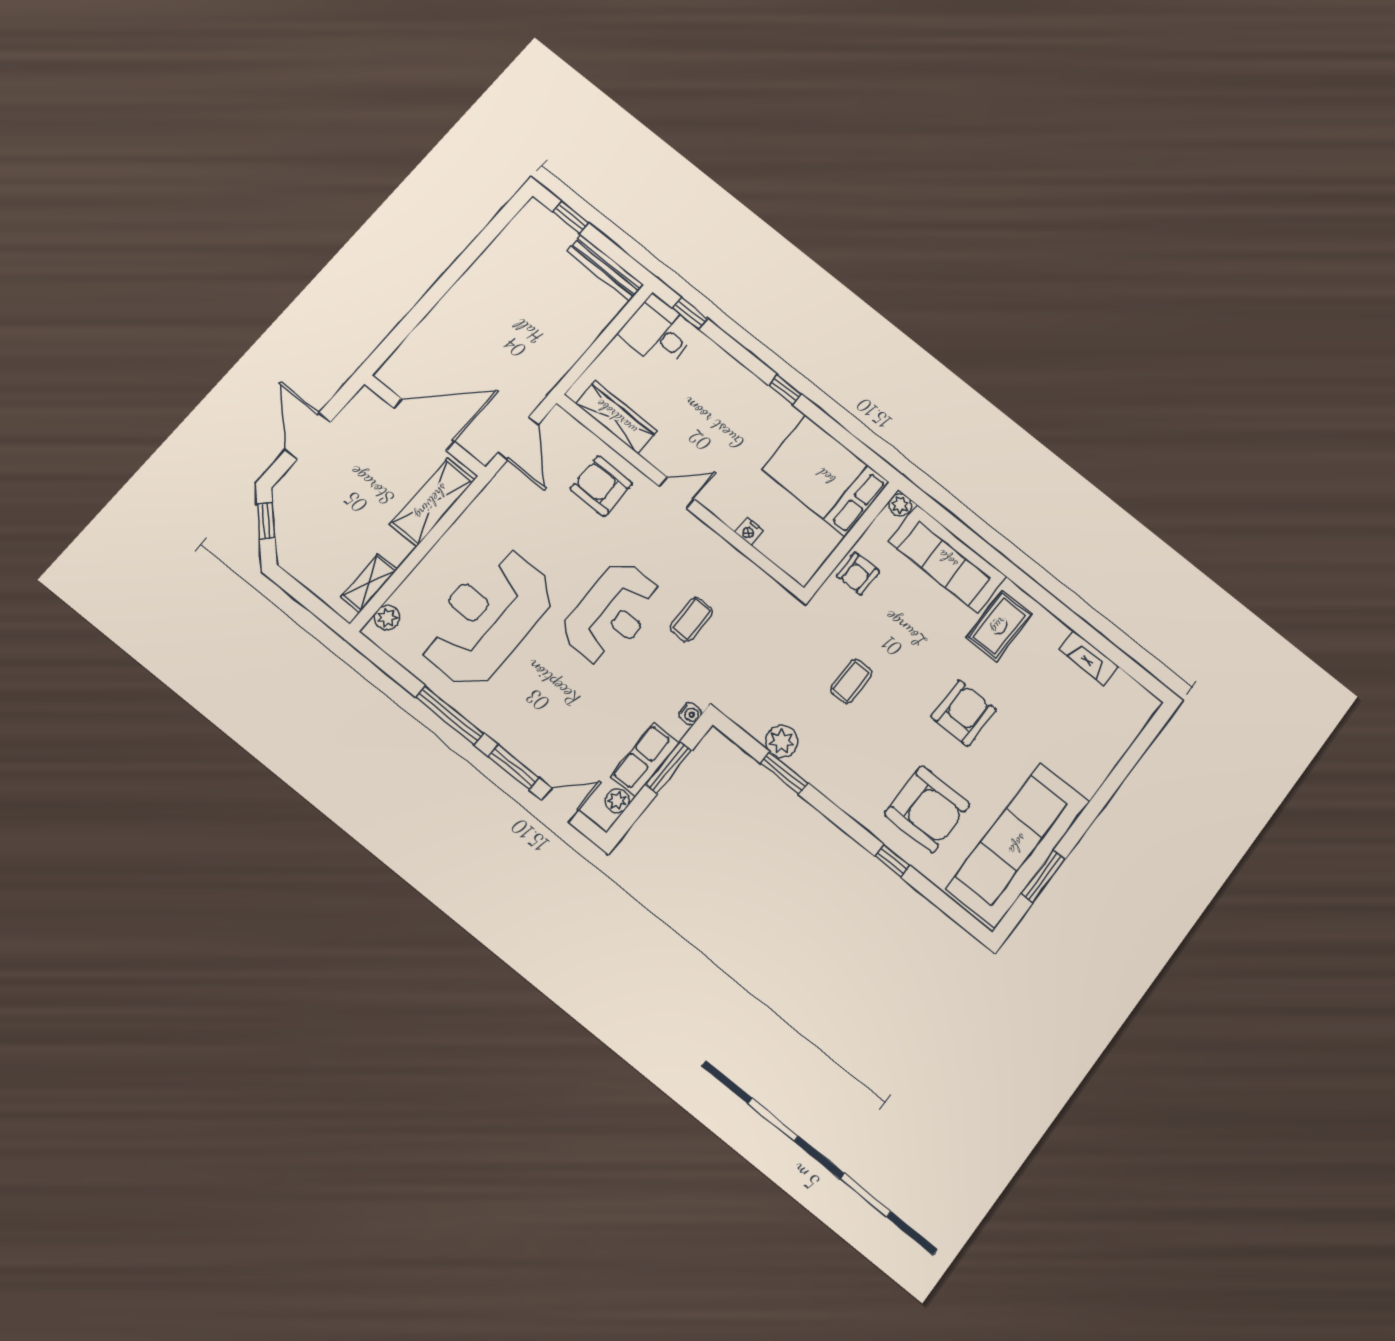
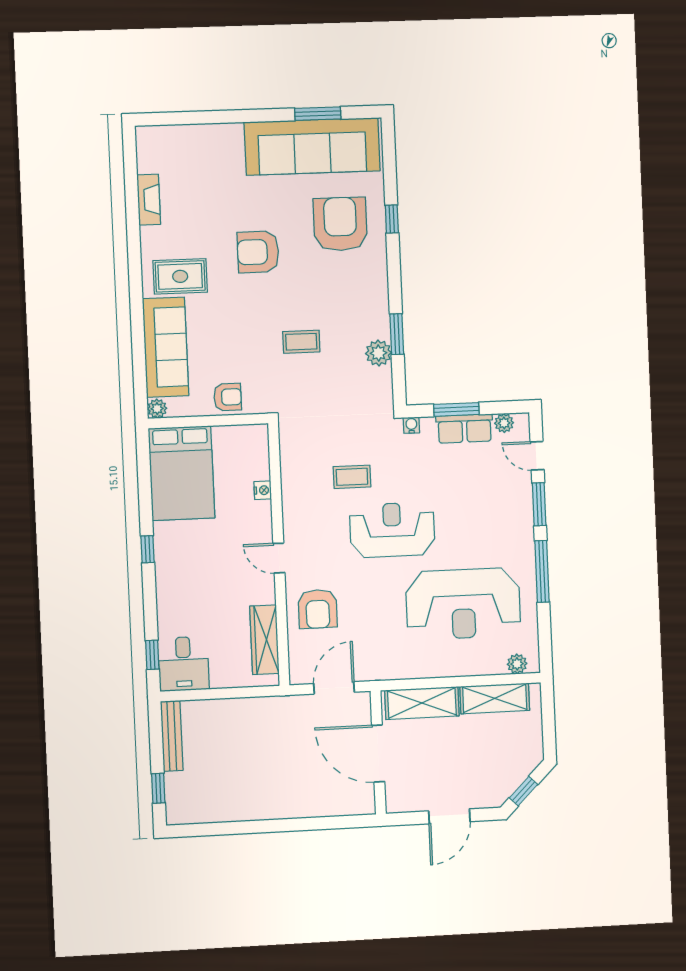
shelving: (369, 583) -> (495, 698), width x1.50, depth x1.33

